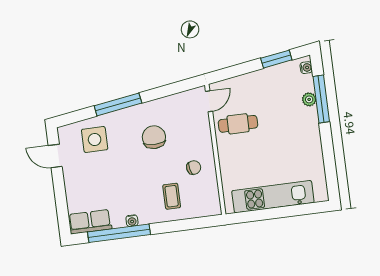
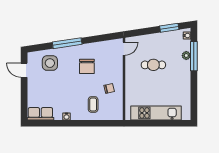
cafe table: (238, 124) -> (153, 65), moved
chair: (154, 137) -> (87, 66), turned 180
window: (119, 233) -> (57, 123), removed

